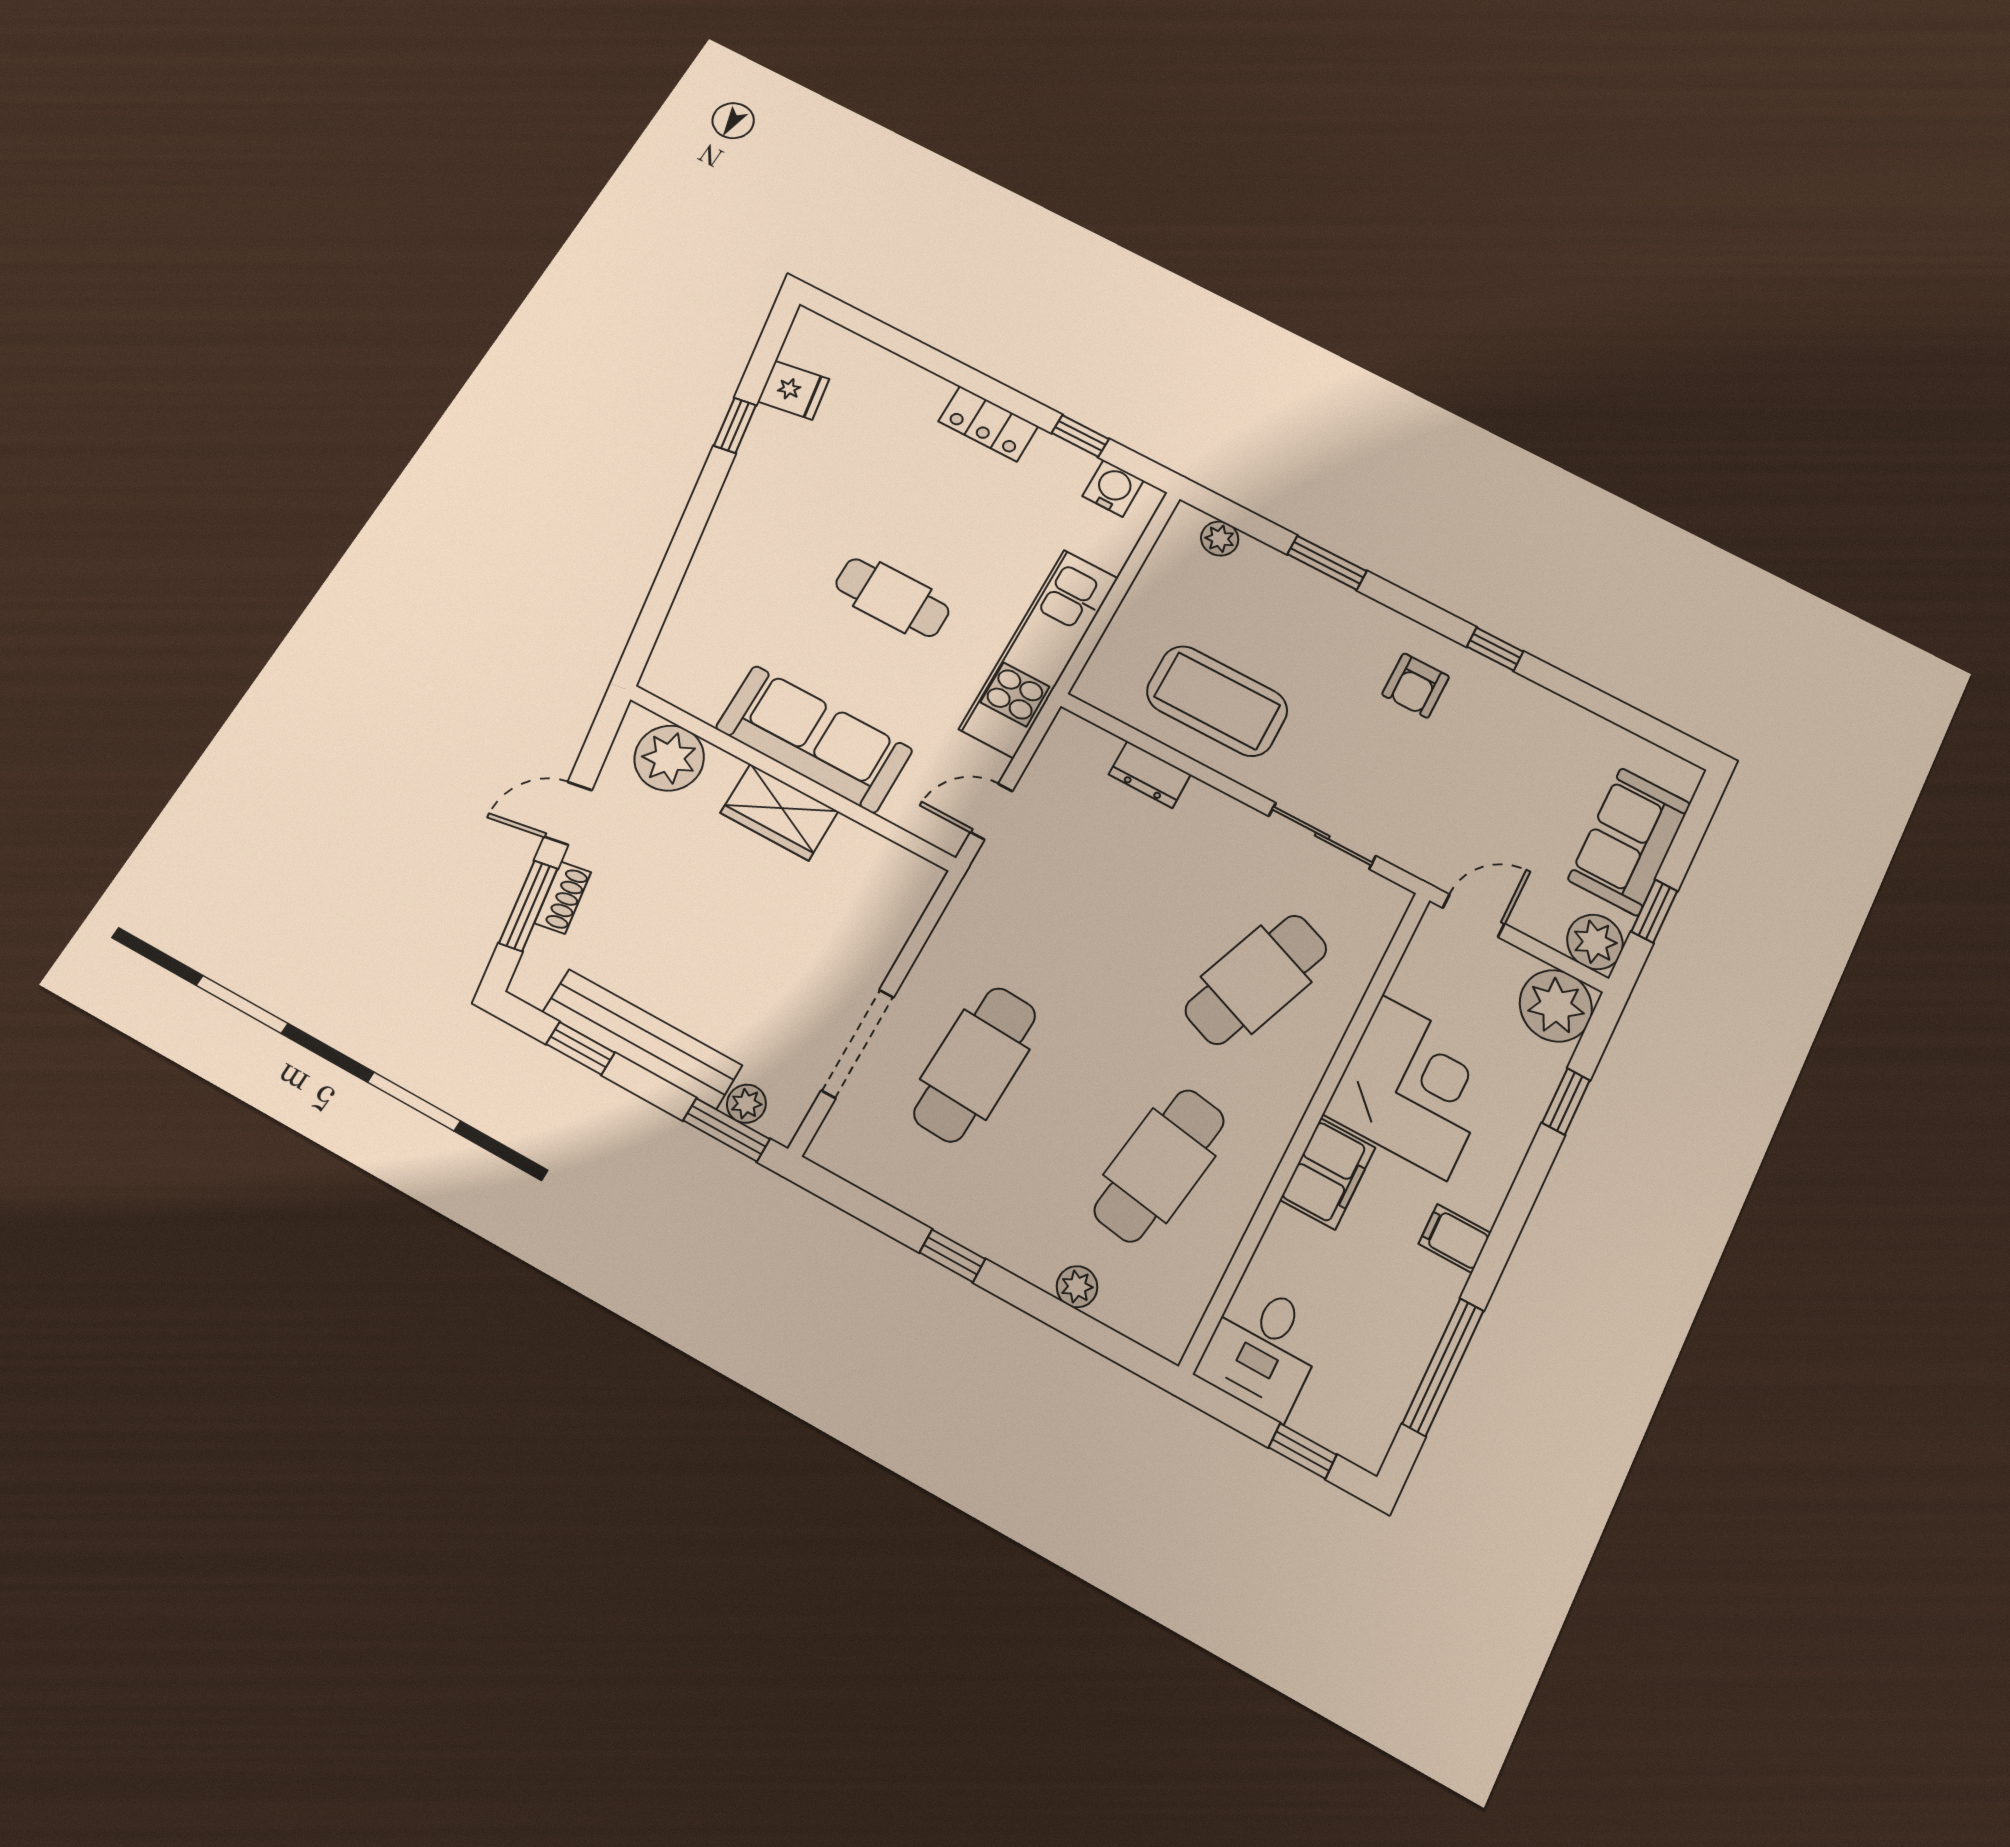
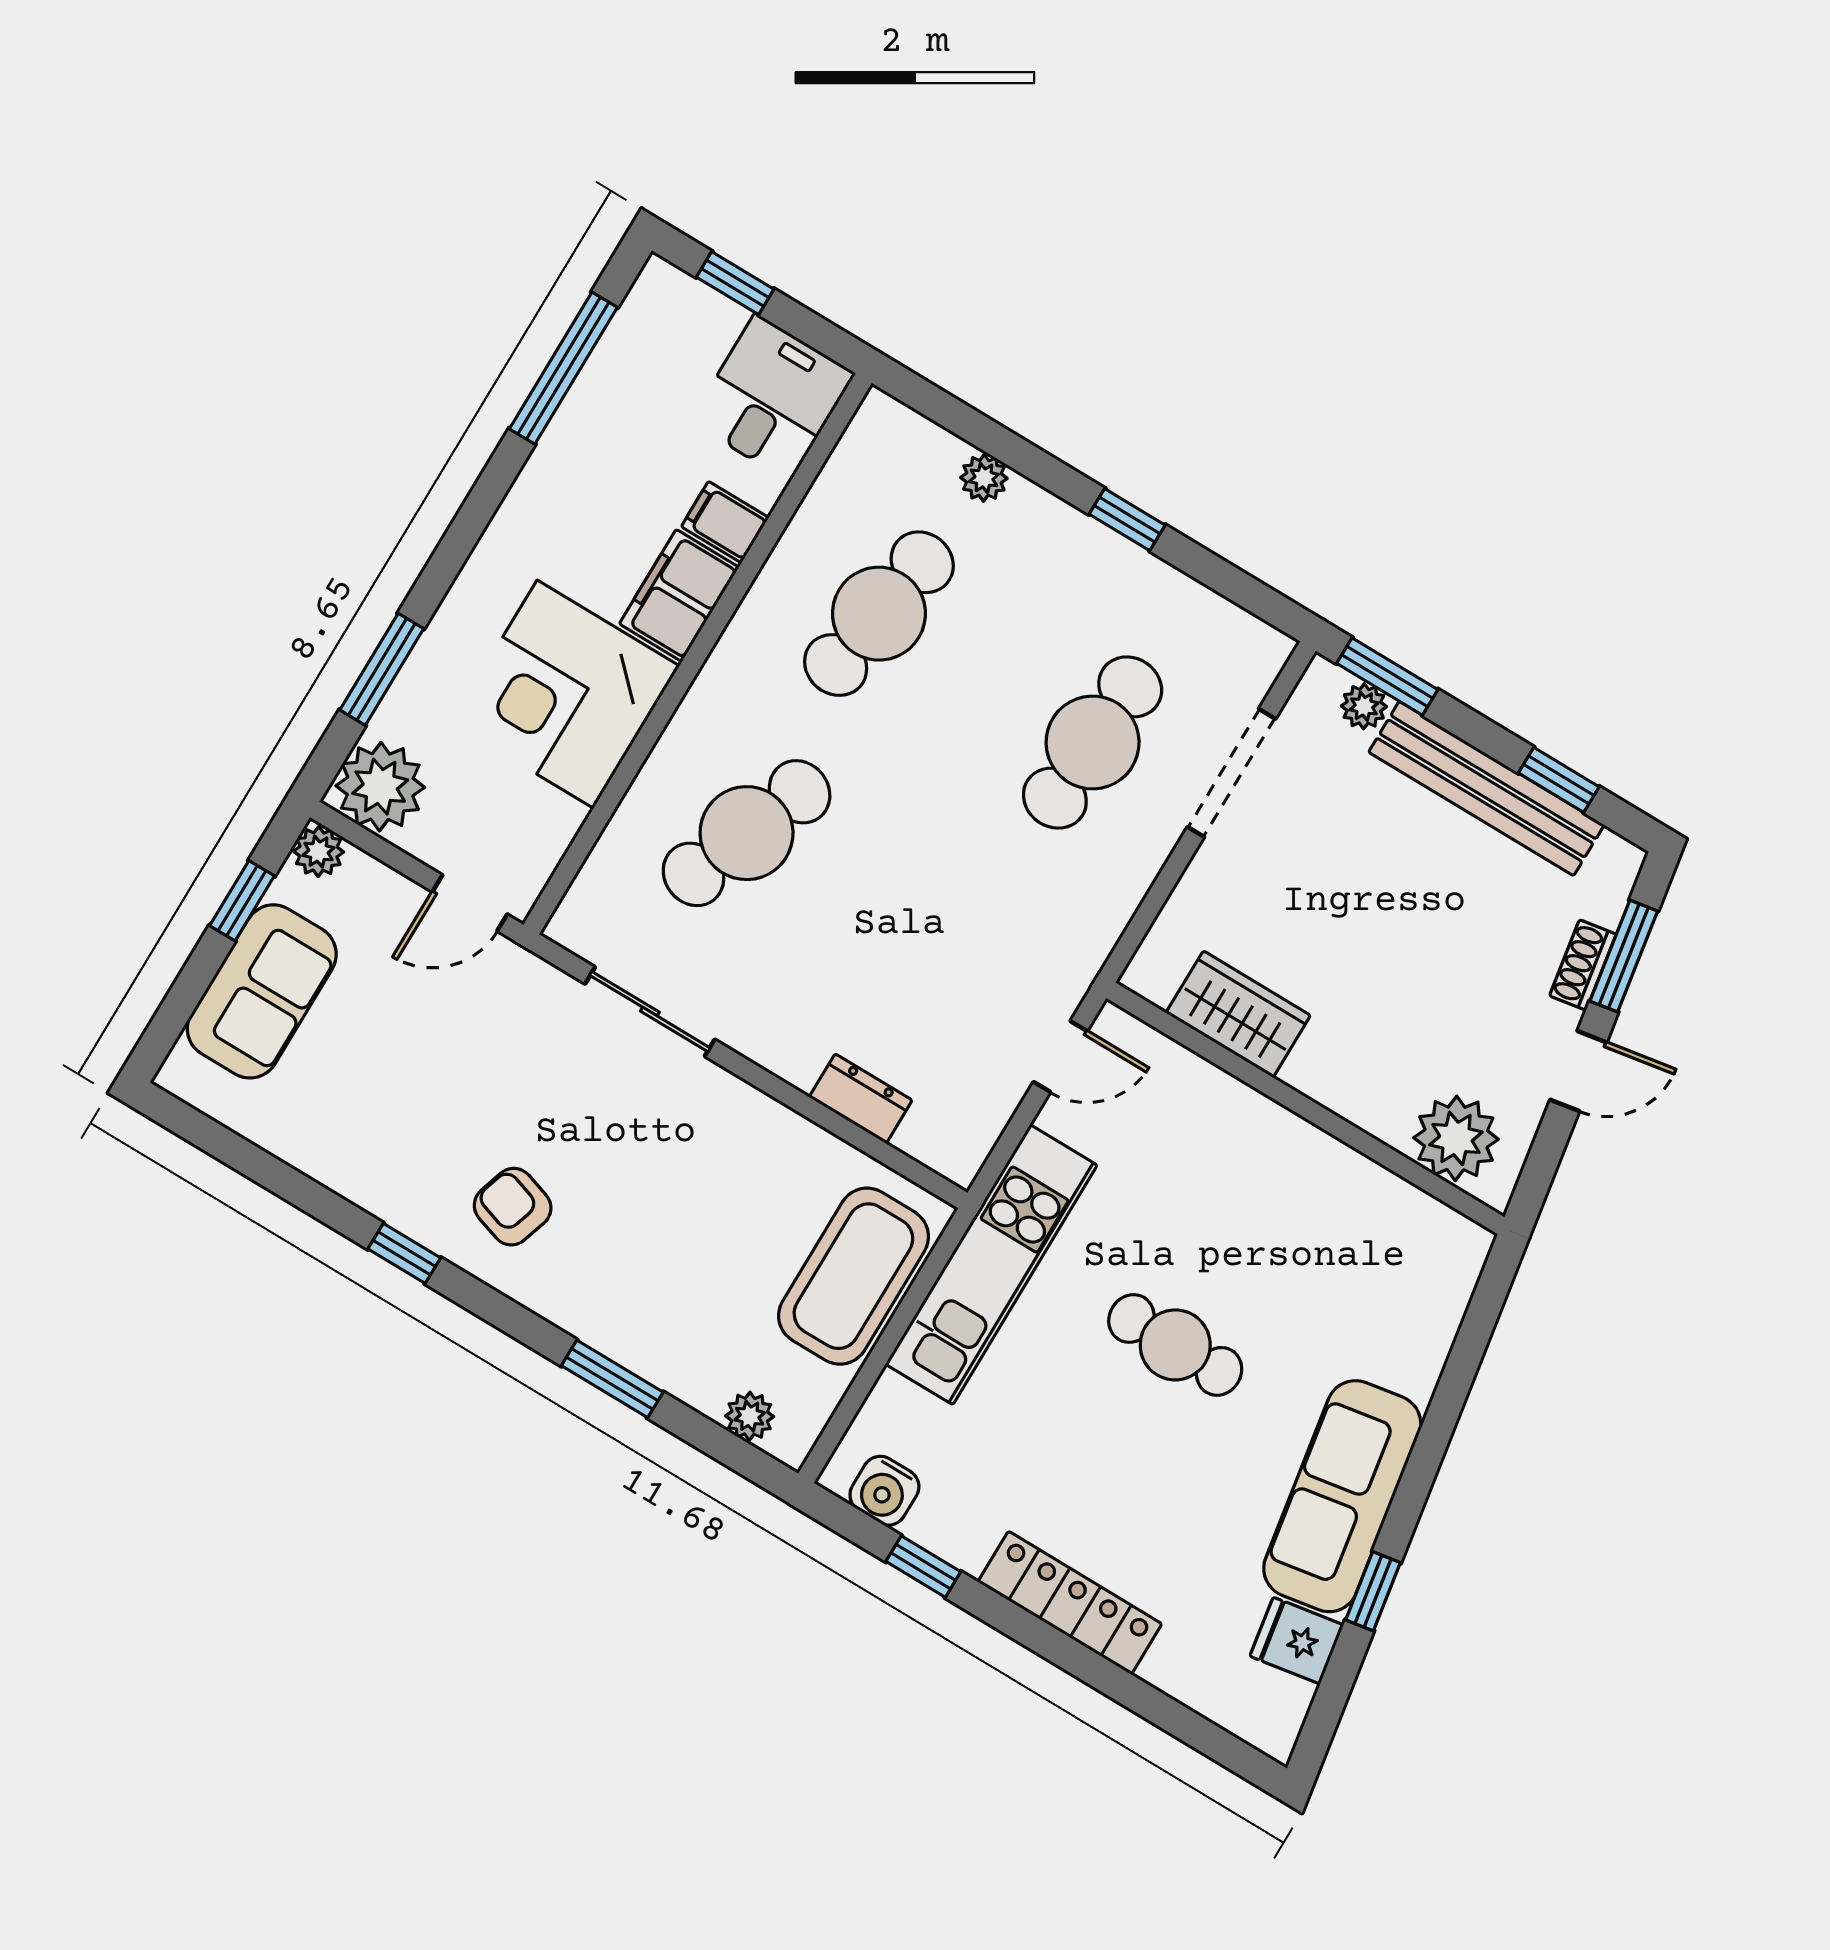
locker: (988, 424) -> (1070, 1603), width x1.53
armchair: (1416, 686) -> (513, 1207), turned -72
coffee table: (1217, 701) -> (853, 1276), moved, turned 90
sofa: (814, 739) -> (1342, 1496), moved, turned 80
wardrobe: (779, 812) -> (1238, 1014), moved
plant: (1595, 942) -> (318, 852), width x0.73, depth x0.73
window: (1566, 1102) -> (382, 669), width x1.50
filing cabinet: (1455, 1238) -> (725, 522), moved, turned 180

